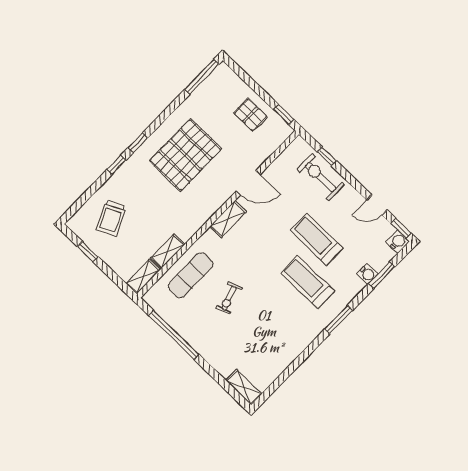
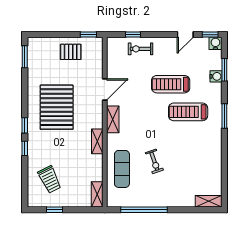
window: (202, 77) -> (25, 57), width x0.69
exercise bike: (321, 177) -> (141, 49), width x0.73, depth x0.72
shelving: (168, 251) -> (97, 141), moved

